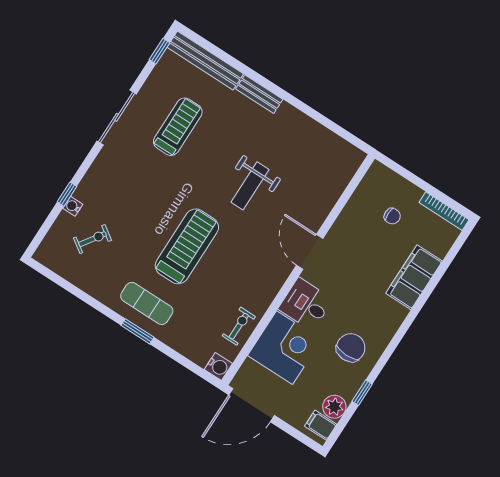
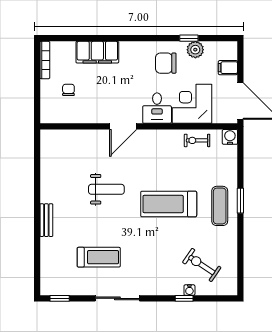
bench: (205, 61) -> (47, 267), removed
treadmill: (178, 127) -> (99, 257), turned 180
exercise bike: (92, 239) -> (202, 265), width x1.38, depth x1.39
plant: (334, 407) -> (195, 50), moved
filing cabinet: (321, 425) -> (228, 68), moved, turned 90

